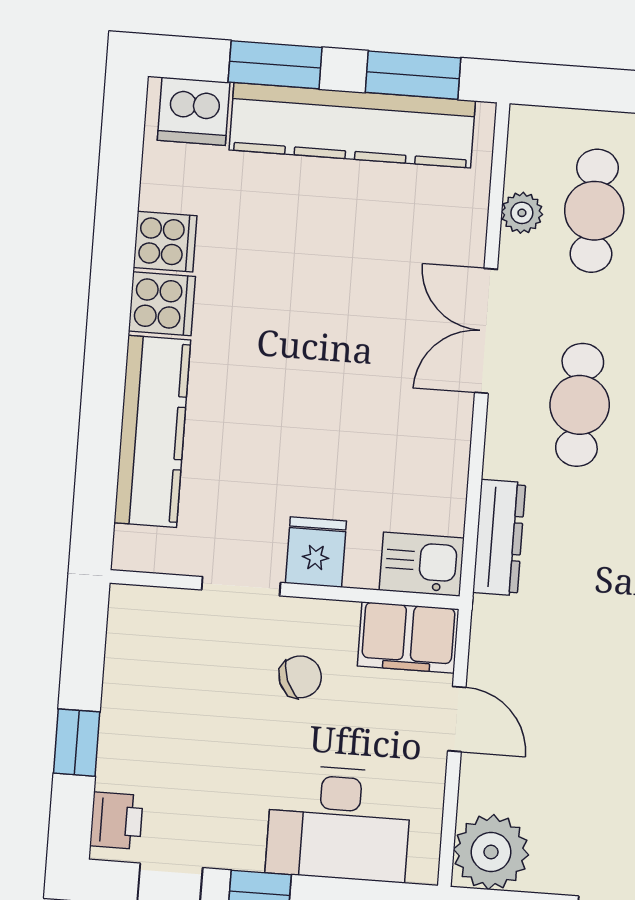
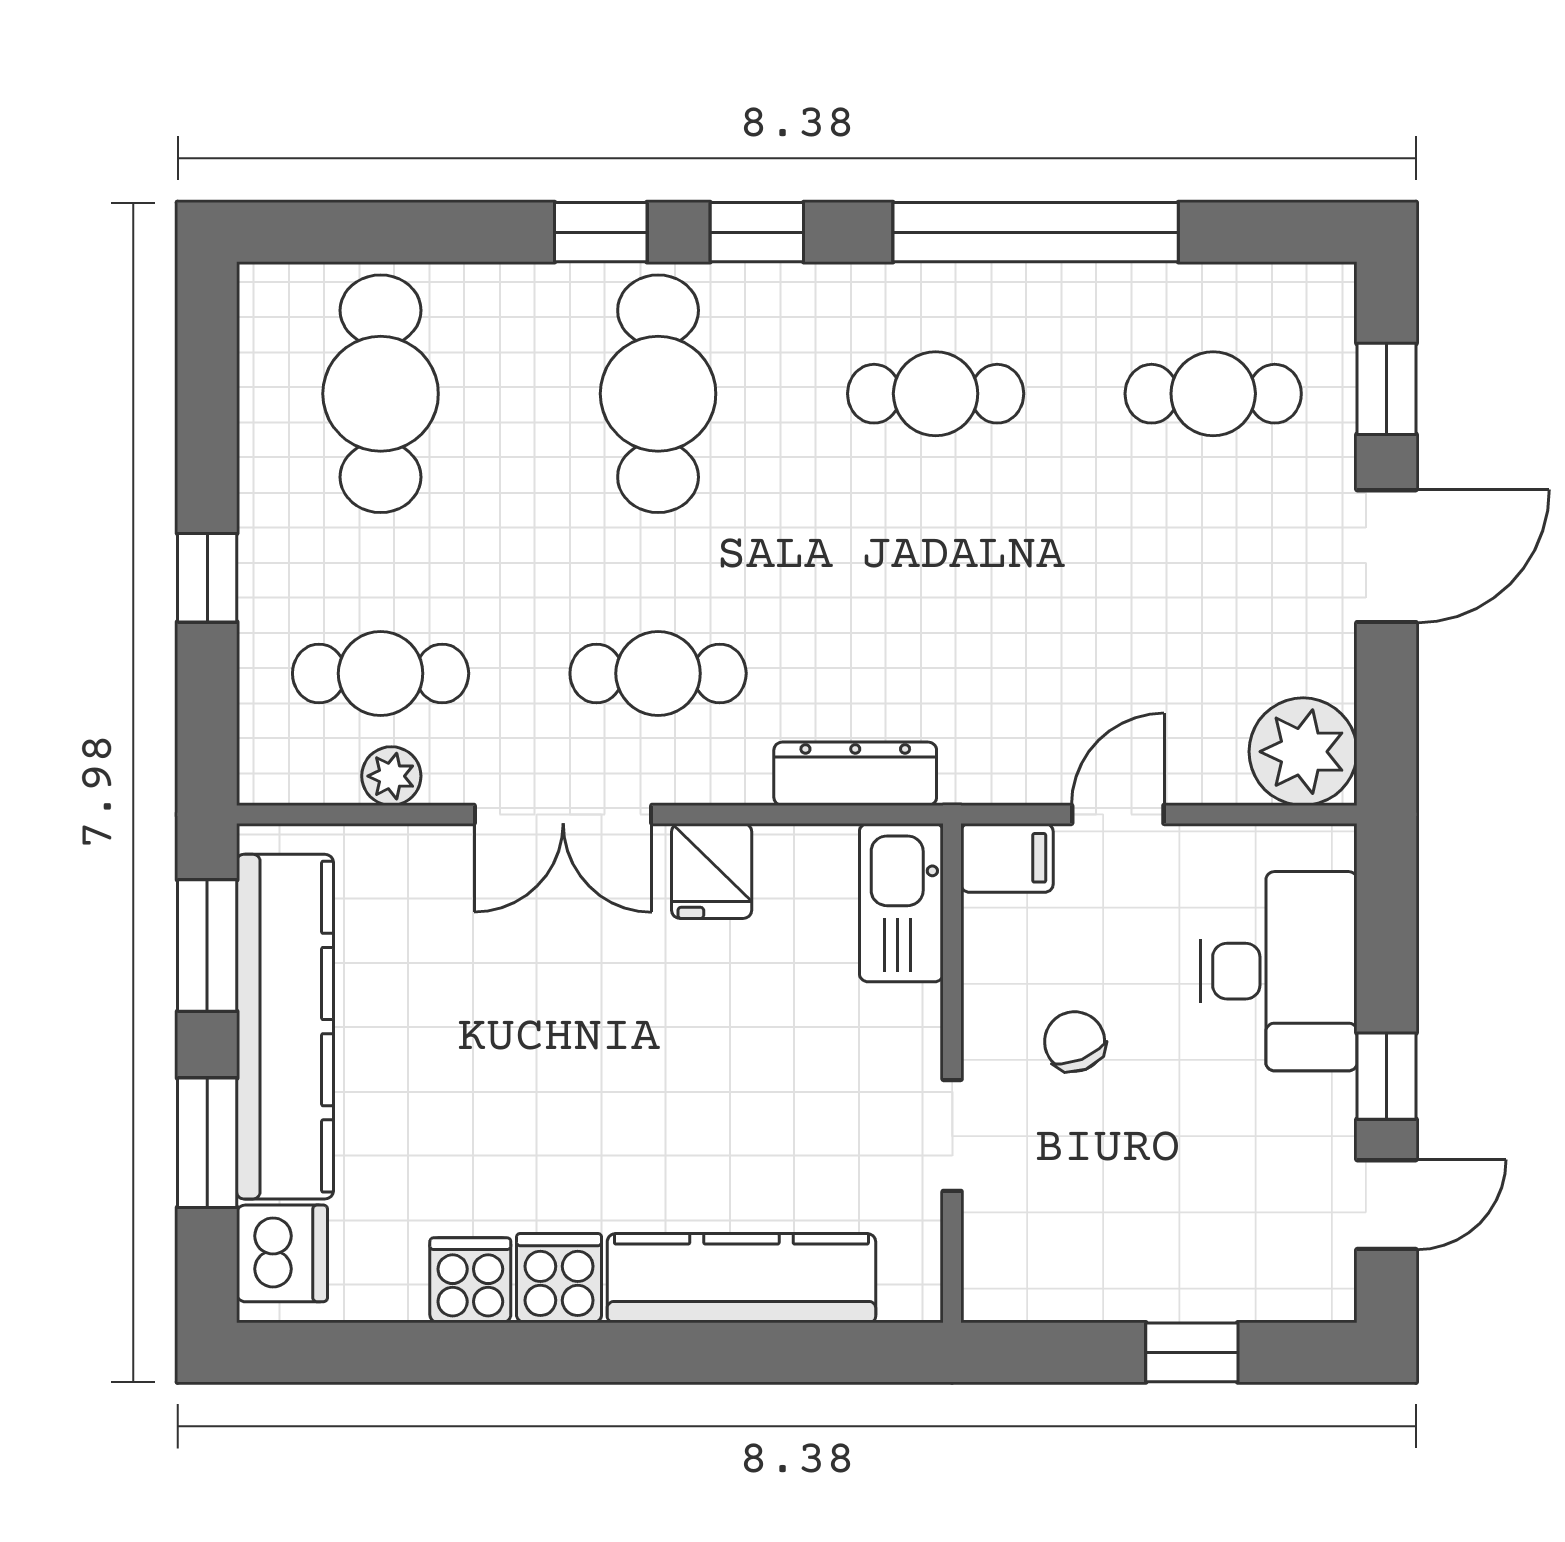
fridge: (316, 552) -> (712, 871), moved, turned -90
kitchen sink: (422, 564) -> (901, 903), width x1.38
filing cabinet: (408, 637) -> (1007, 858), width x0.50
printer: (116, 821) -> (1299, 1287), removed

